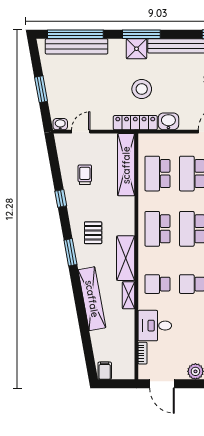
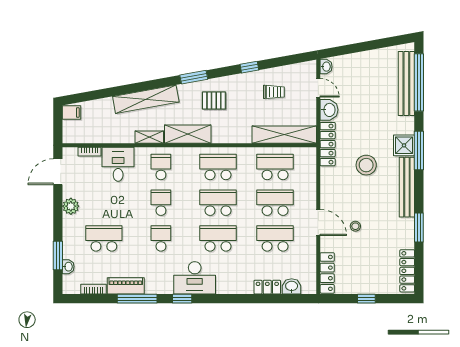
window: (41, 89) -> (362, 47), removed
stool: (142, 89) -> (366, 165), moved
washbasin: (168, 121) -> (329, 110), moved

